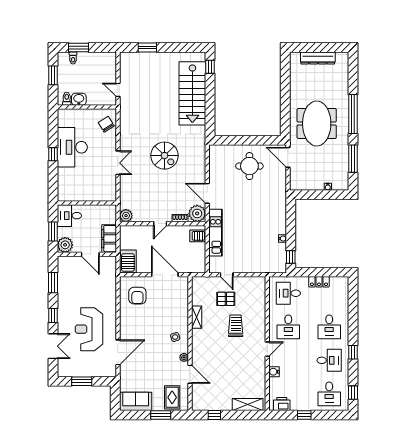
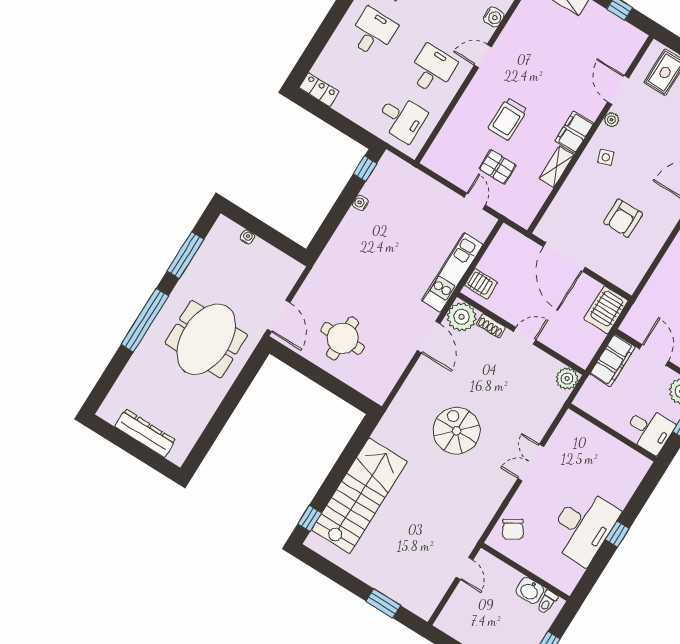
locker: (319, 282) -> (319, 90), moved
armchair: (137, 296) -> (623, 218), moved, turned 180
filing cabinet: (199, 340) -> (574, 132), added

